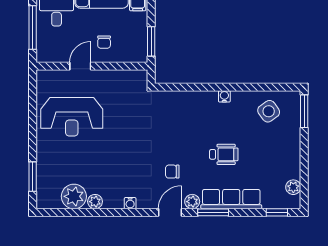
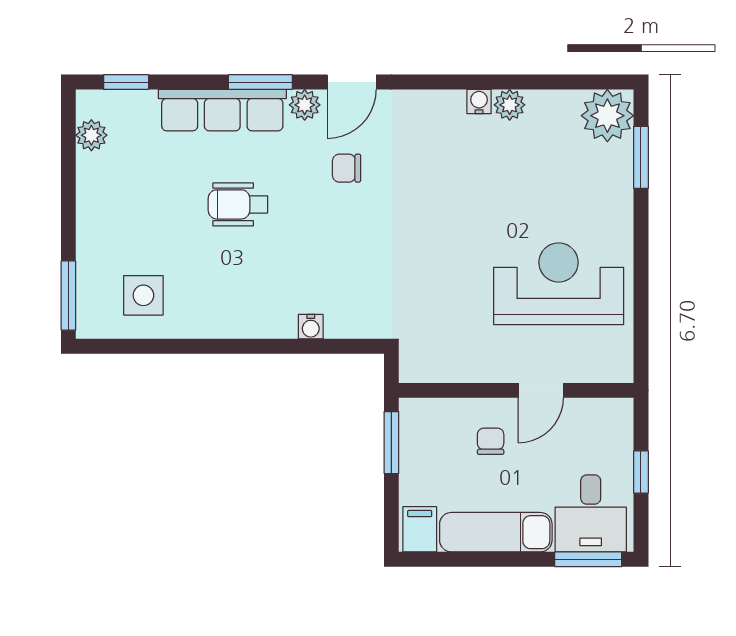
window: (33, 27) -> (641, 472), width x0.46
water cooler: (224, 96) -> (311, 327), moved
side table: (269, 111) -> (143, 295), turned 36
chair: (172, 172) -> (347, 168), turned 180
plant: (74, 196) -> (607, 116), moved
water cooler: (130, 203) -> (479, 102), moved

